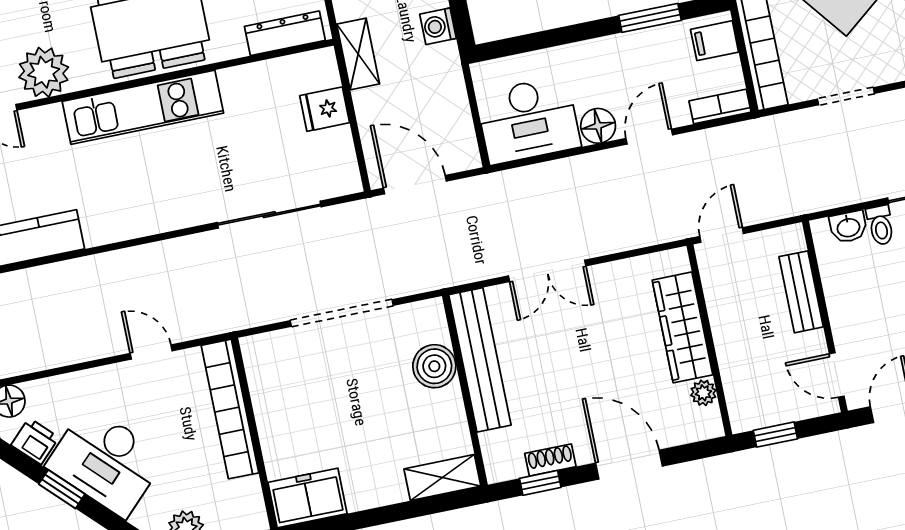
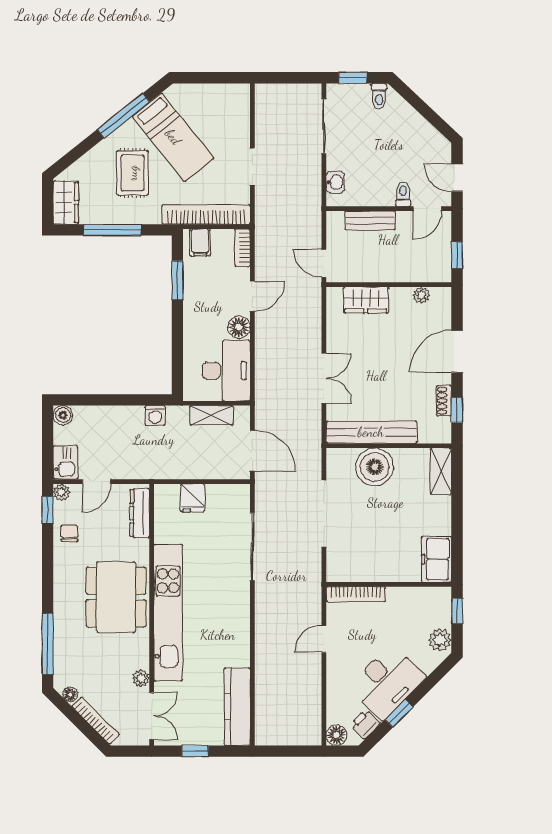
shelving: (358, 54) -> (211, 415), moved
plant: (44, 72) -> (141, 678), width x0.53, depth x0.53
kitchen unit: (143, 107) -> (168, 612), width x1.36
door: (649, 137) -> (252, 296), swing flipped
door: (415, 185) -> (252, 451), swing flipped
toilet: (880, 225) -> (403, 194), moved, turned -90
wardrobe: (682, 327) -> (366, 300), width x0.67
boiler: (434, 366) -> (375, 467), width x1.37, depth x1.37
bookcase: (230, 409) -> (356, 594), width x0.68, depth x0.76

